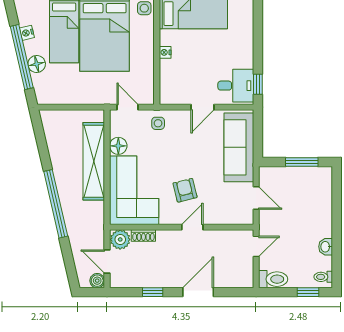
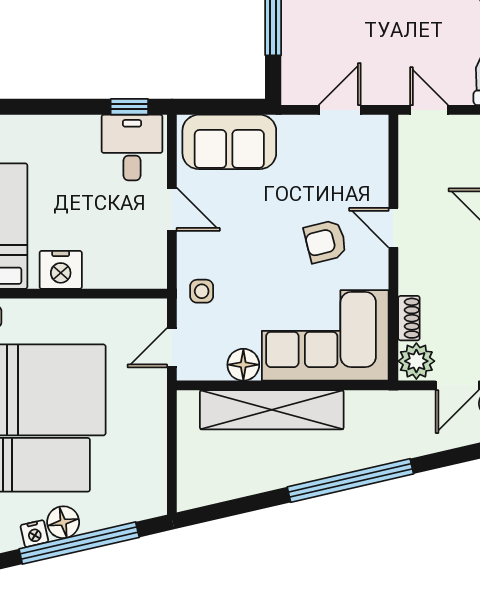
nightstand: (165, 52) -> (61, 270), width x1.89, depth x1.79
floor lamp: (37, 64) -> (63, 522), moved
sofa: (239, 147) -> (229, 142), width x0.73

